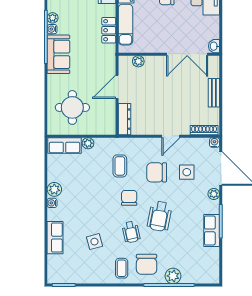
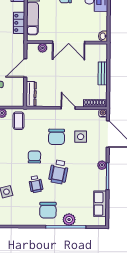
double door: (187, 54) -> (69, 42), moved
door: (171, 136) -> (68, 108), swing flipped
coffee table: (120, 166) -> (19, 121), moved
chair: (157, 172) -> (57, 137), turned -90
plant: (214, 194) -> (102, 165), moved
row of seats: (212, 230) -> (100, 204), moved
coffee table: (122, 268) -> (28, 213), removed

